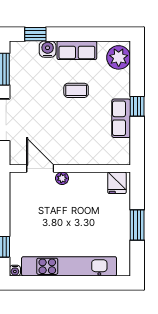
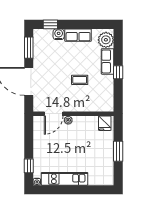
coffee table: (76, 90) -> (80, 80), moved
row of seats: (121, 118) -> (108, 61), moved
door: (40, 169) -> (54, 114), swing flipped
kitchen unit: (69, 266) -> (64, 179), width x0.73

